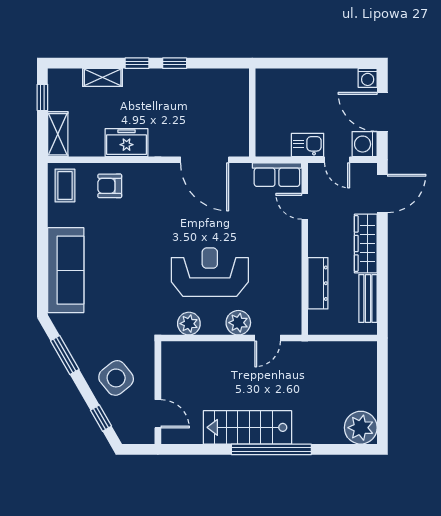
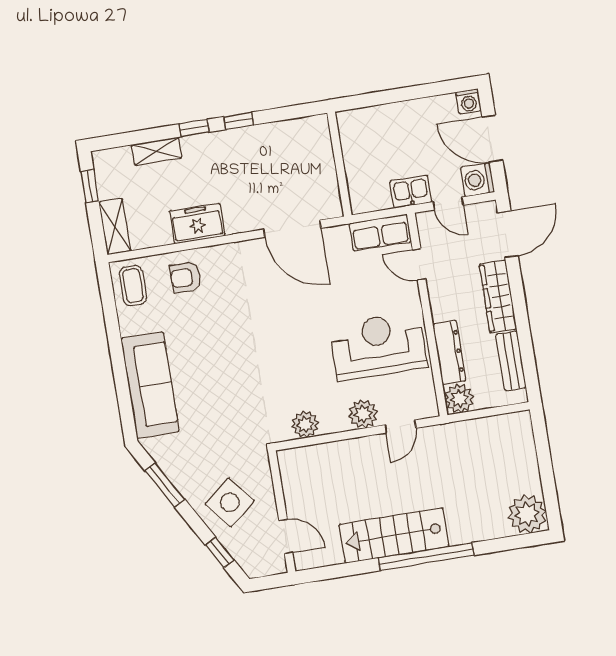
reception desk: (210, 272) -> (378, 346), moved
plant: (320, 323) -> (459, 398), added

